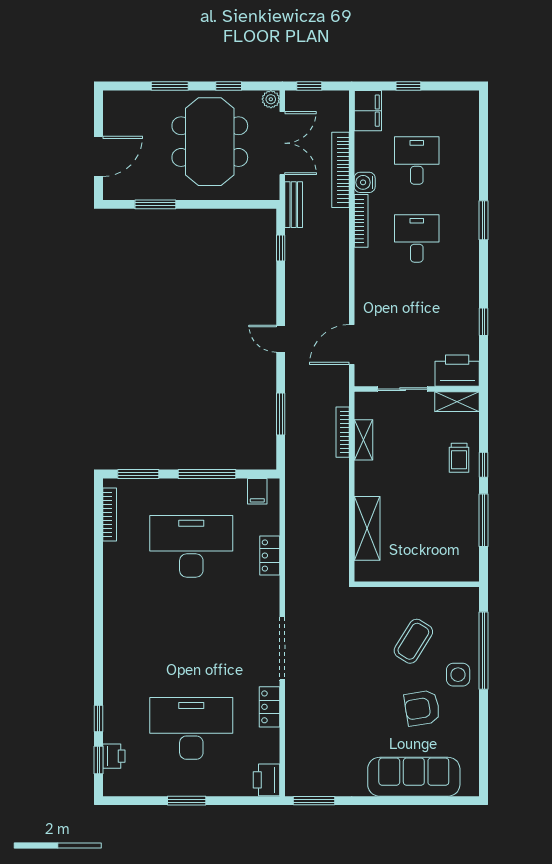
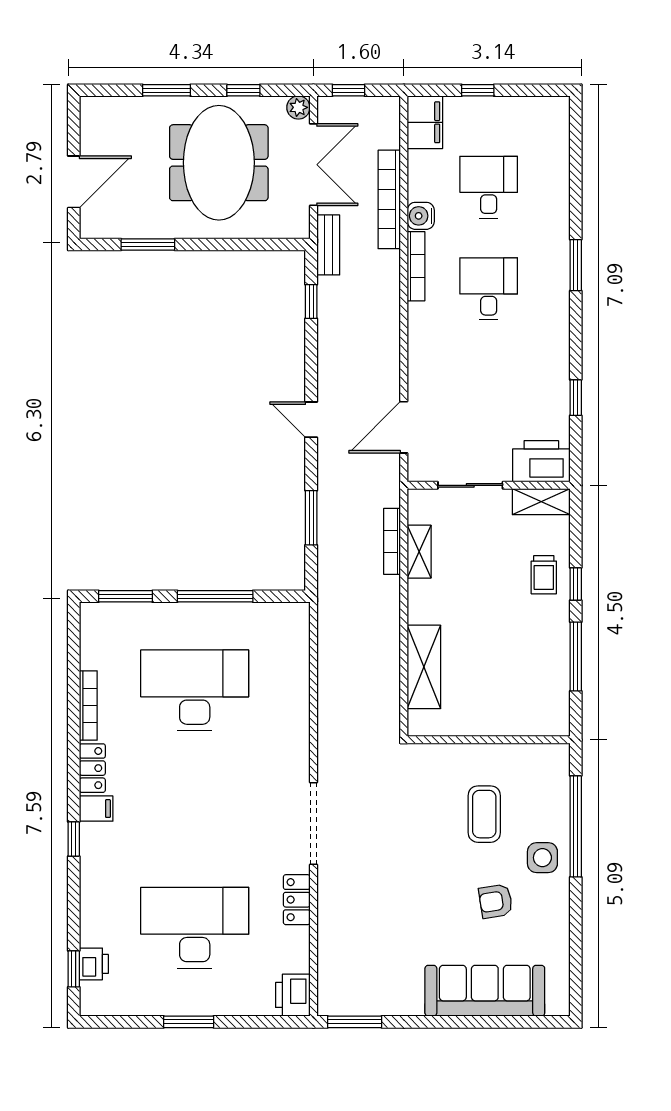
filing cabinet: (257, 491) -> (96, 809), moved, turned -90
bookcase: (110, 514) -> (88, 705), moved
locker: (270, 555) -> (92, 768), moved, turned 180
coffee table: (413, 641) -> (484, 814), turned -32
armchair: (422, 708) -> (496, 901), width x0.72, depth x0.72
window: (98, 719) -> (74, 839), moved

